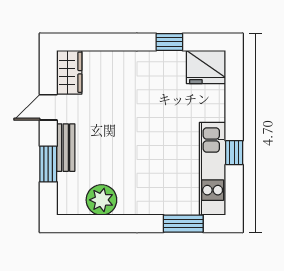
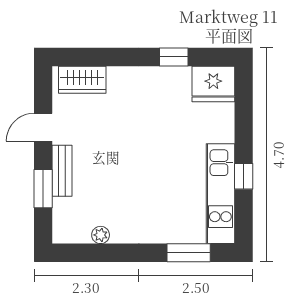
wardrobe: (69, 72) -> (82, 80), moved, turned 90
plant: (101, 200) -> (101, 235), width x0.53, depth x0.53

